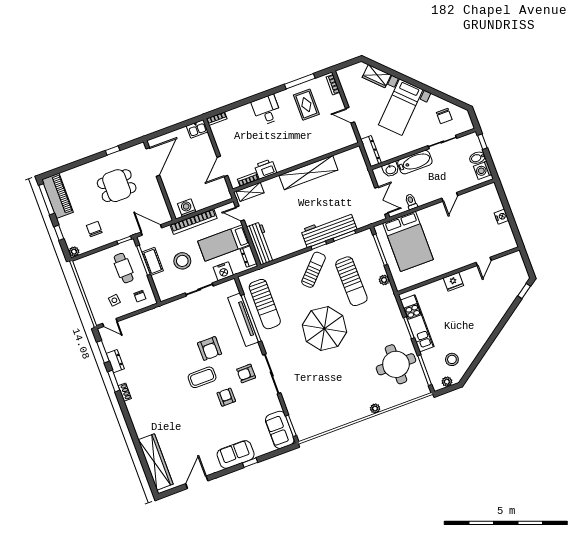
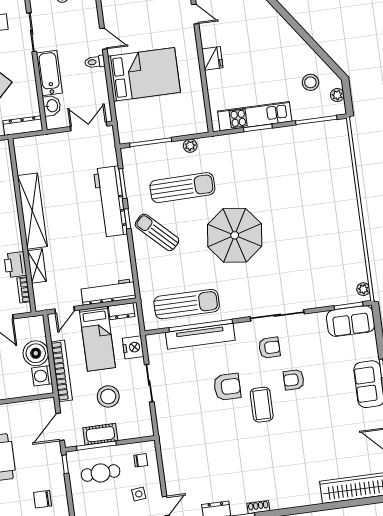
shelving: (250, 192) -> (37, 266), moved
boiler: (202, 199) -> (36, 353), added
toilet: (411, 202) -> (95, 62), moved
bed: (408, 241) -> (144, 74), moved
round table: (396, 364) -> (301, 155), removed
armchair: (246, 373) -> (269, 348), turned -90
plant: (375, 408) -> (363, 289), moved

